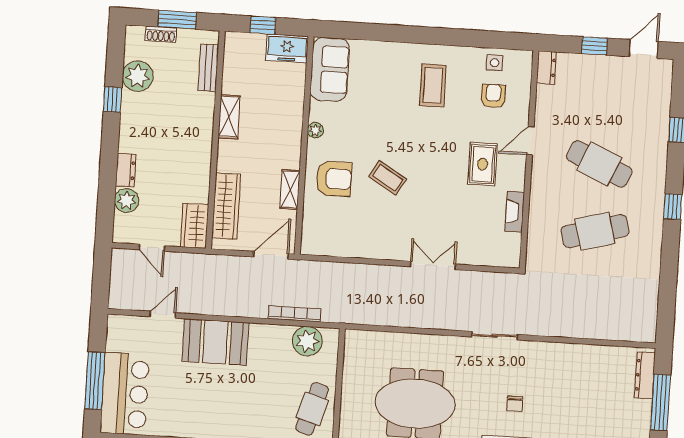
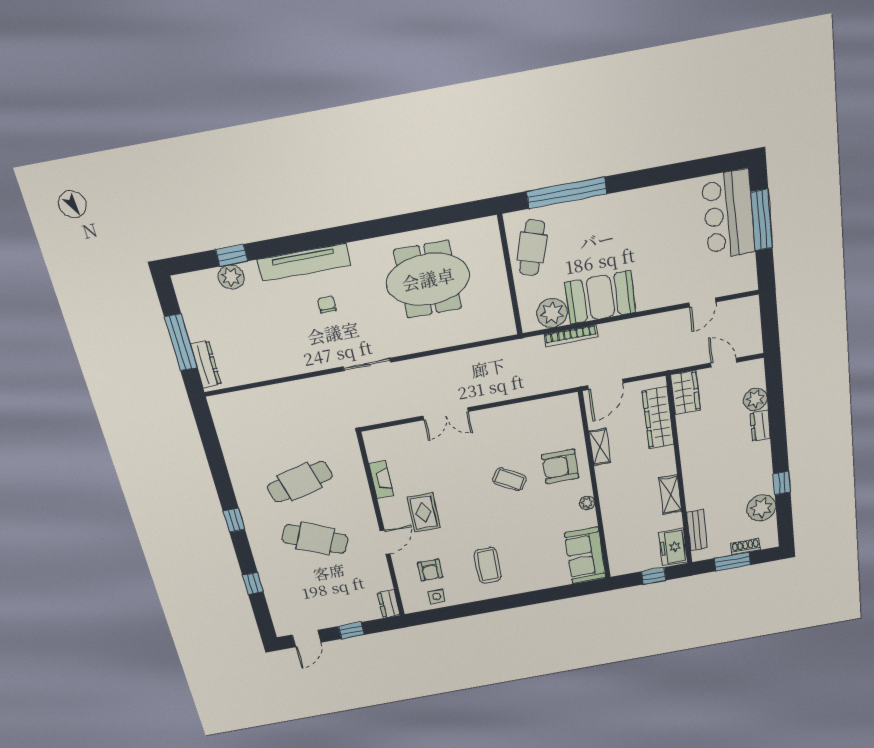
freezer: (287, 48) -> (673, 547), moved, turned -90
booth: (215, 342) -> (600, 297), moved

